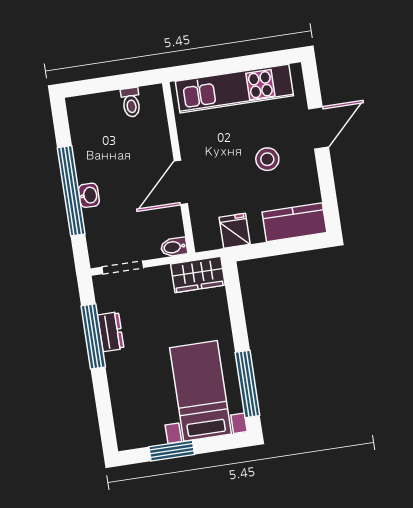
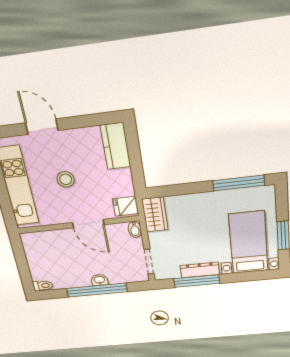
toilet: (131, 102) -> (43, 286), moved
stool: (267, 159) -> (66, 179), moved
fridge: (235, 231) -> (126, 206), moved
dresser: (111, 332) -> (200, 270), width x1.44
bed with nightstands: (201, 391) -> (248, 243), moved, turned 90

